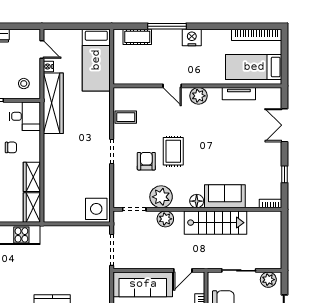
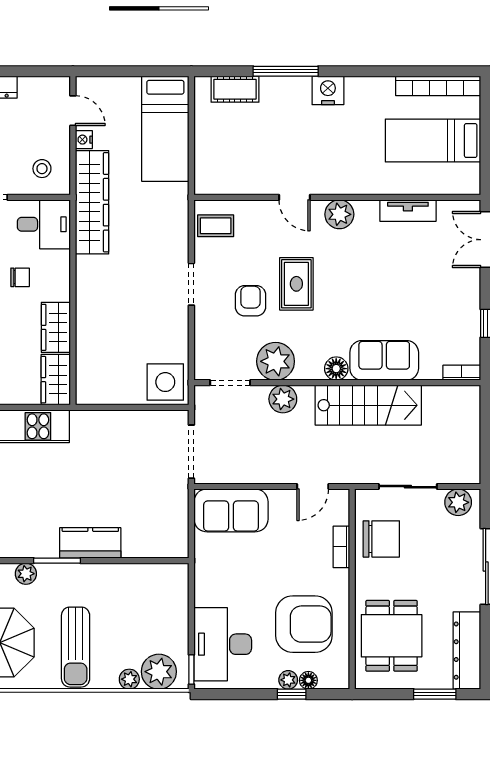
door: (172, 86) -> (294, 197), moved
wall: (197, 86) -> (337, 197), moved
tv unit: (239, 94) -> (408, 211), moved
plant: (199, 96) -> (339, 214), moved
sofa: (143, 284) -> (231, 510), width x0.73

